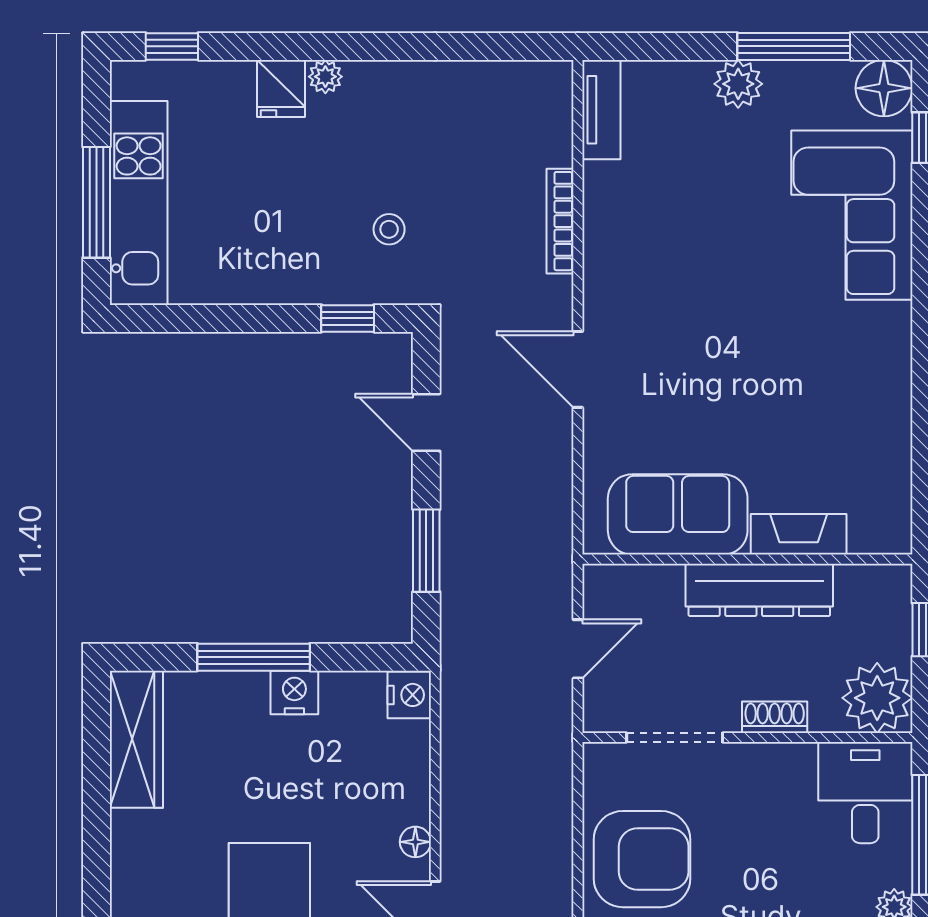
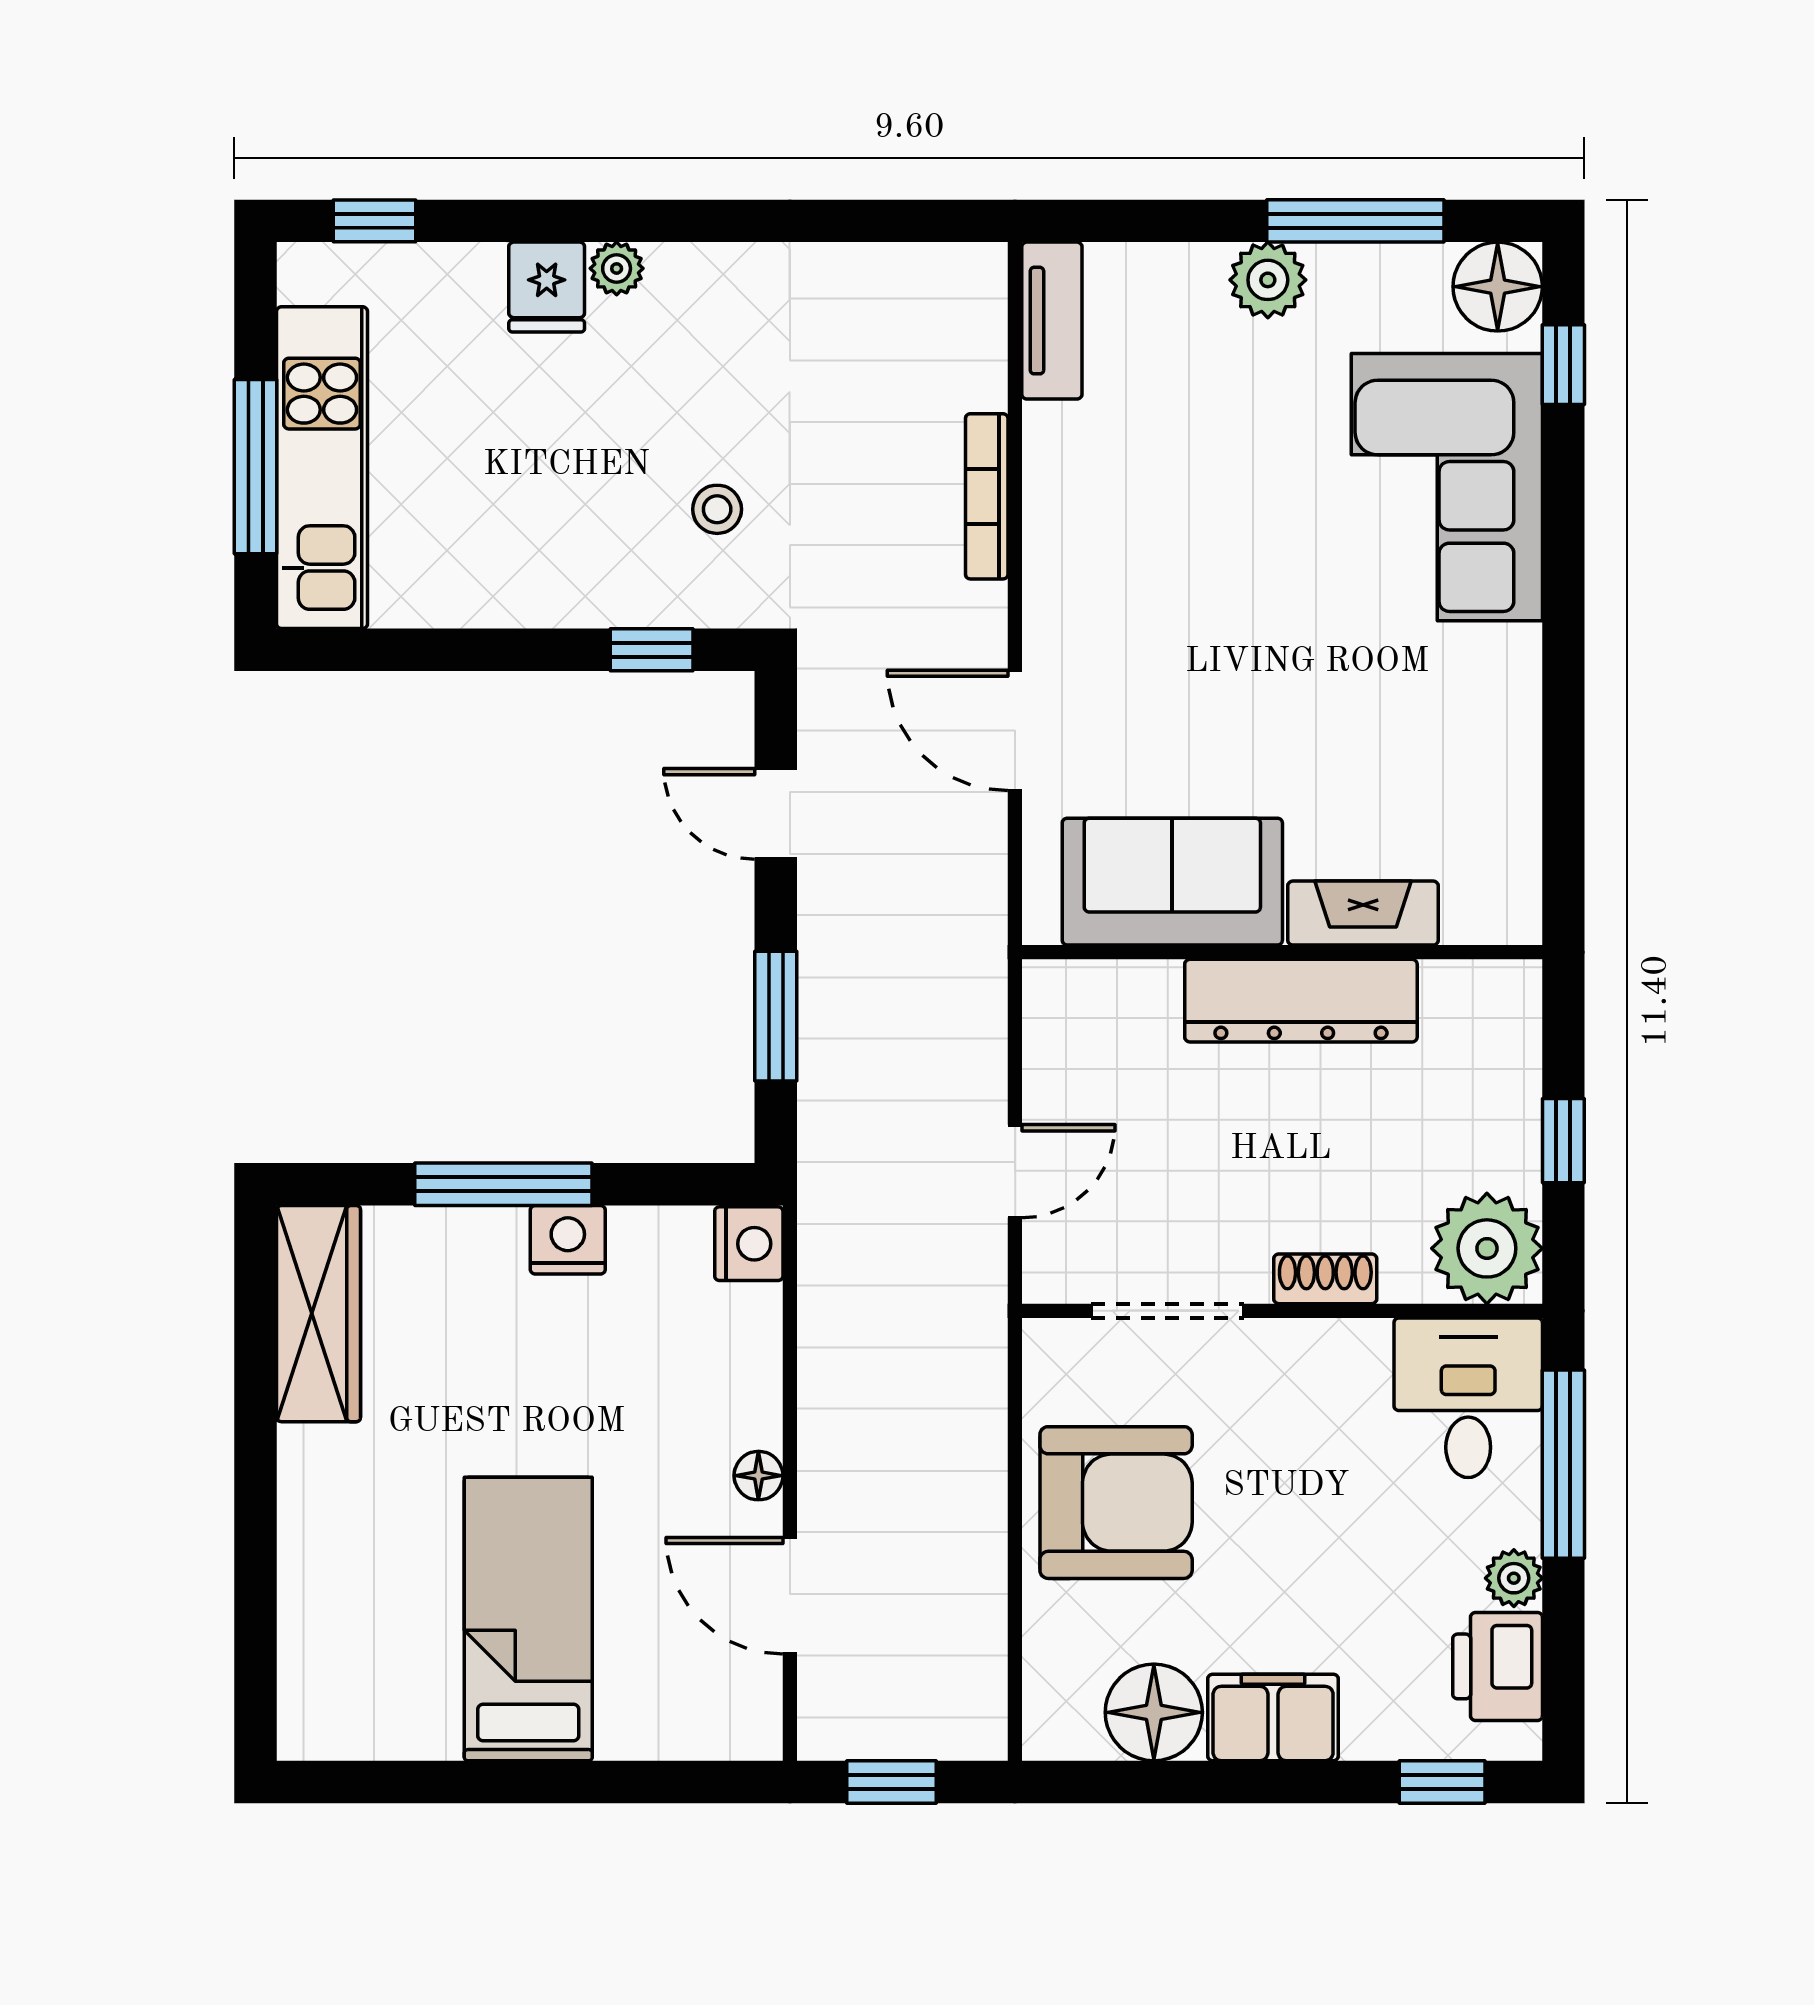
sofa: (678, 514) -> (1172, 882), moved
fireplace: (799, 534) -> (1363, 913), moved
wall: (747, 559) -> (1282, 952), moved
dresser: (759, 590) -> (1301, 1001), moved

